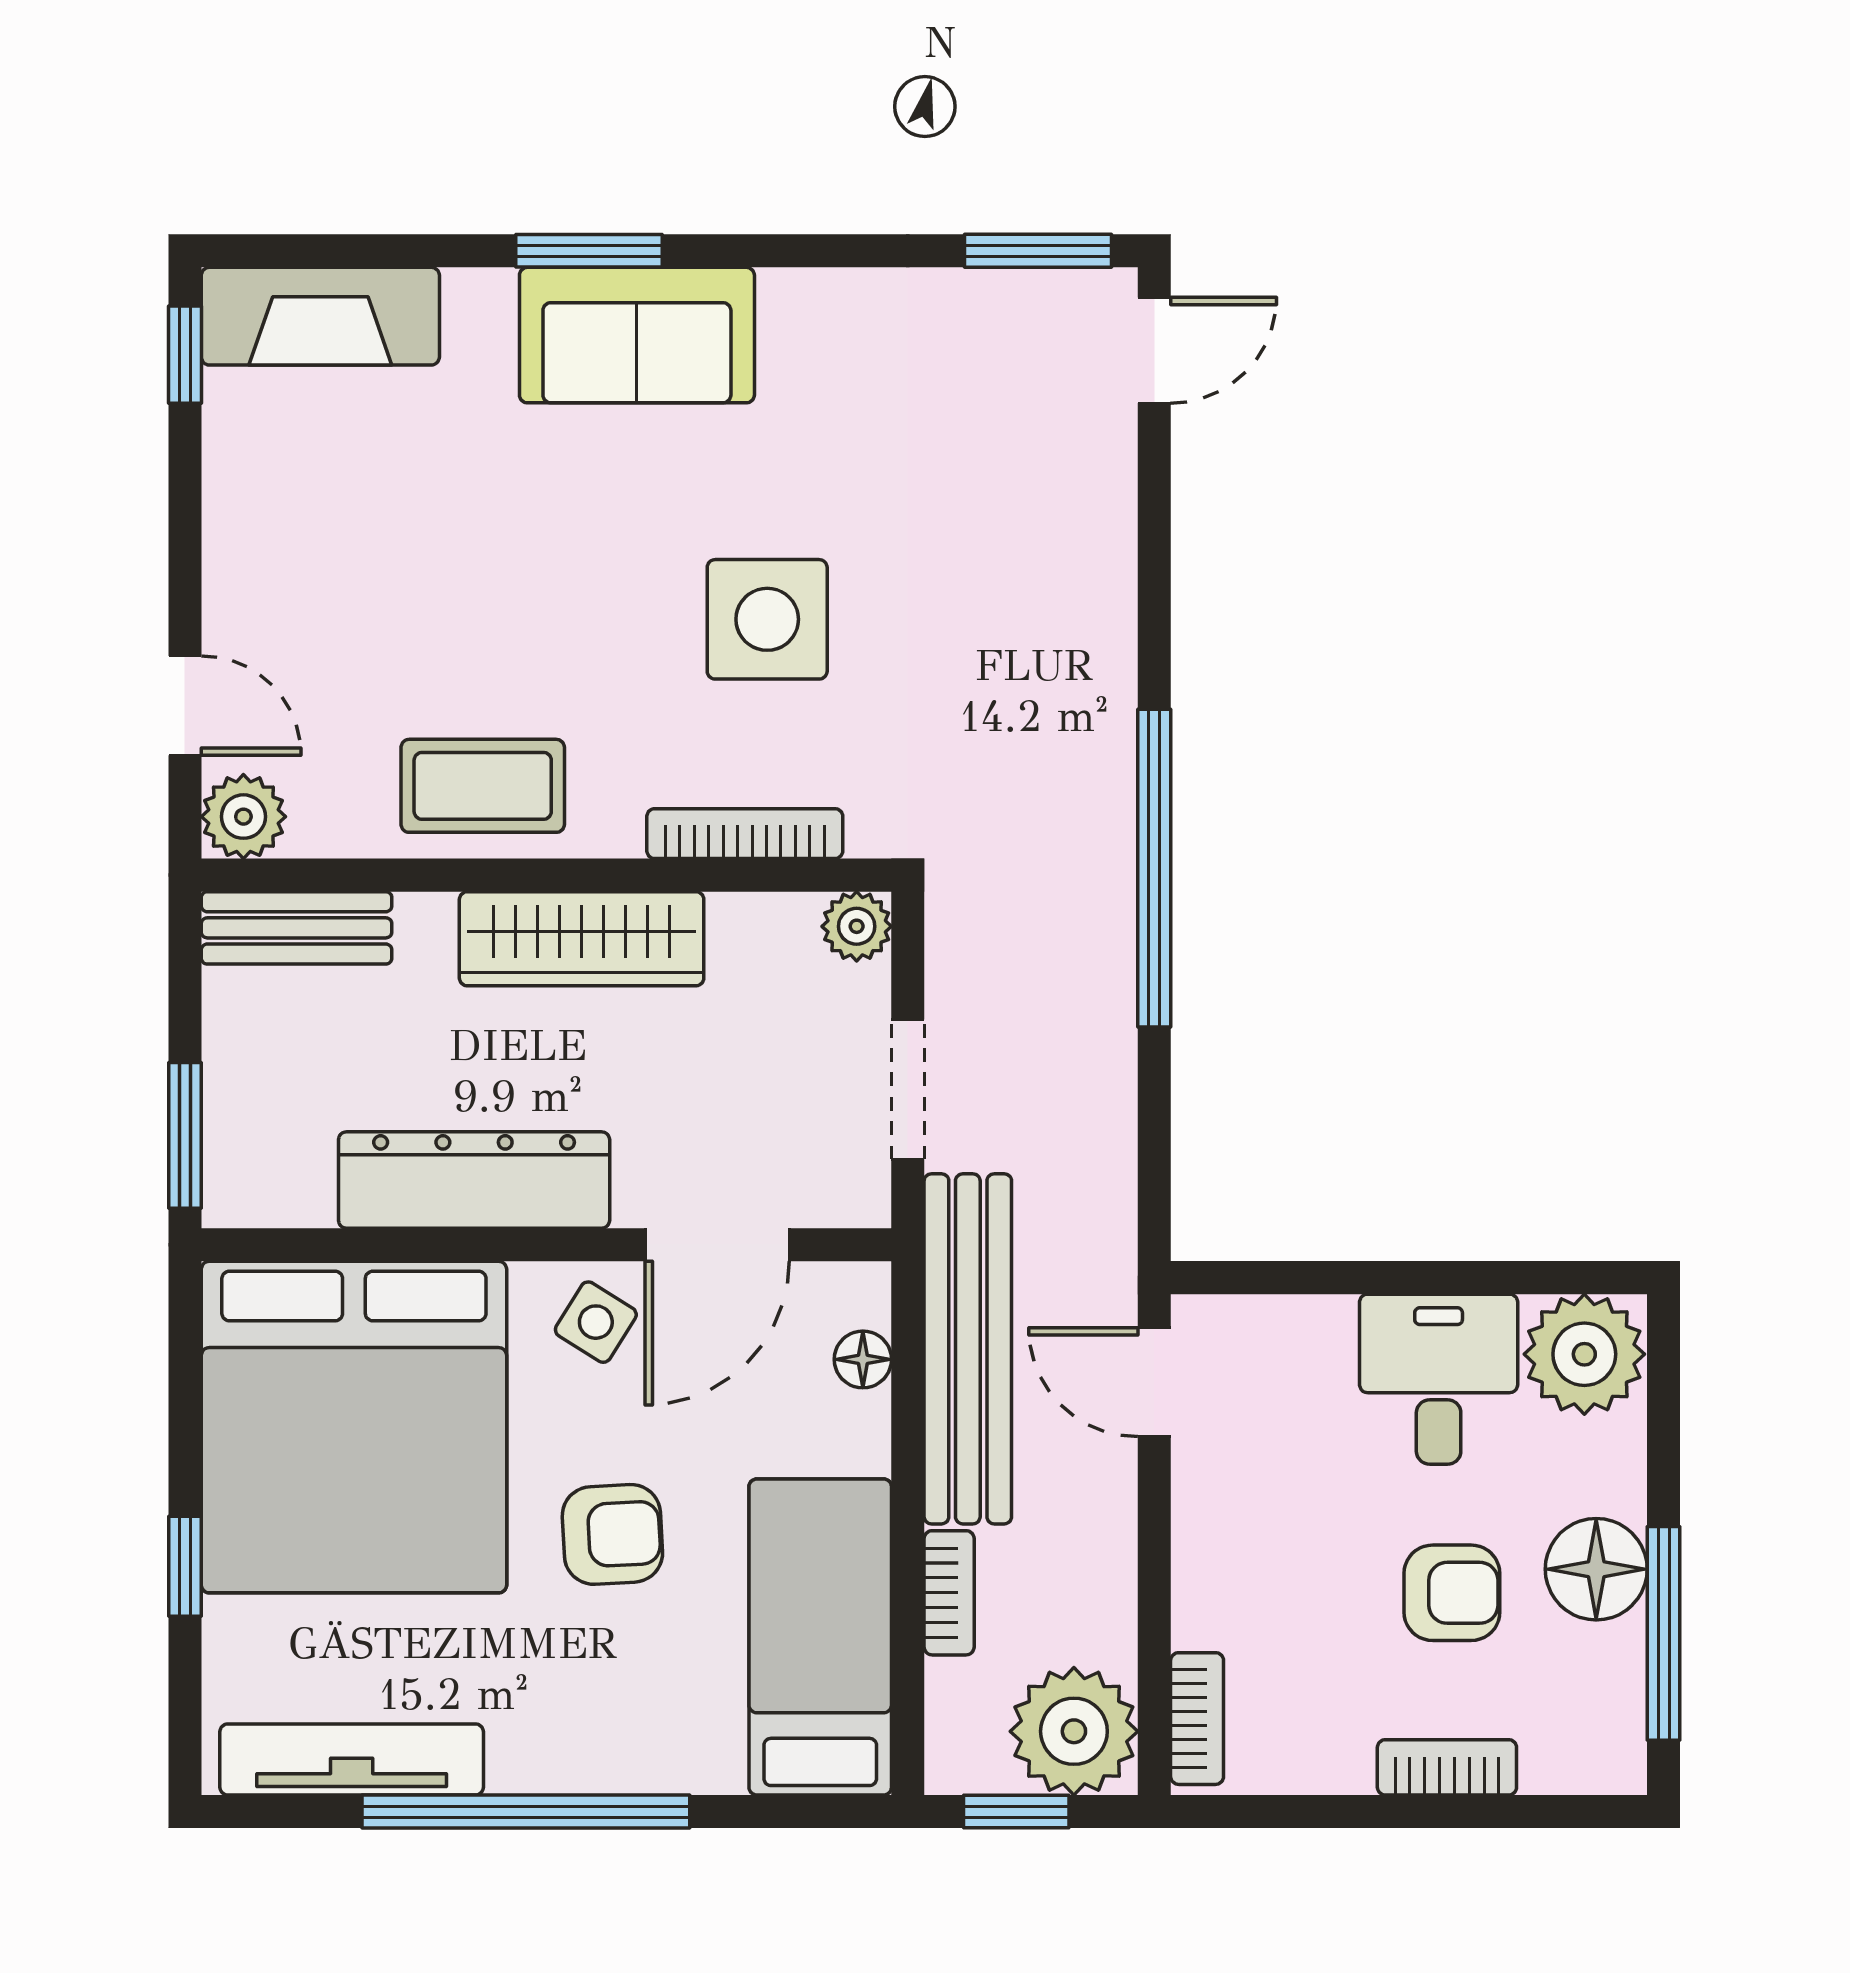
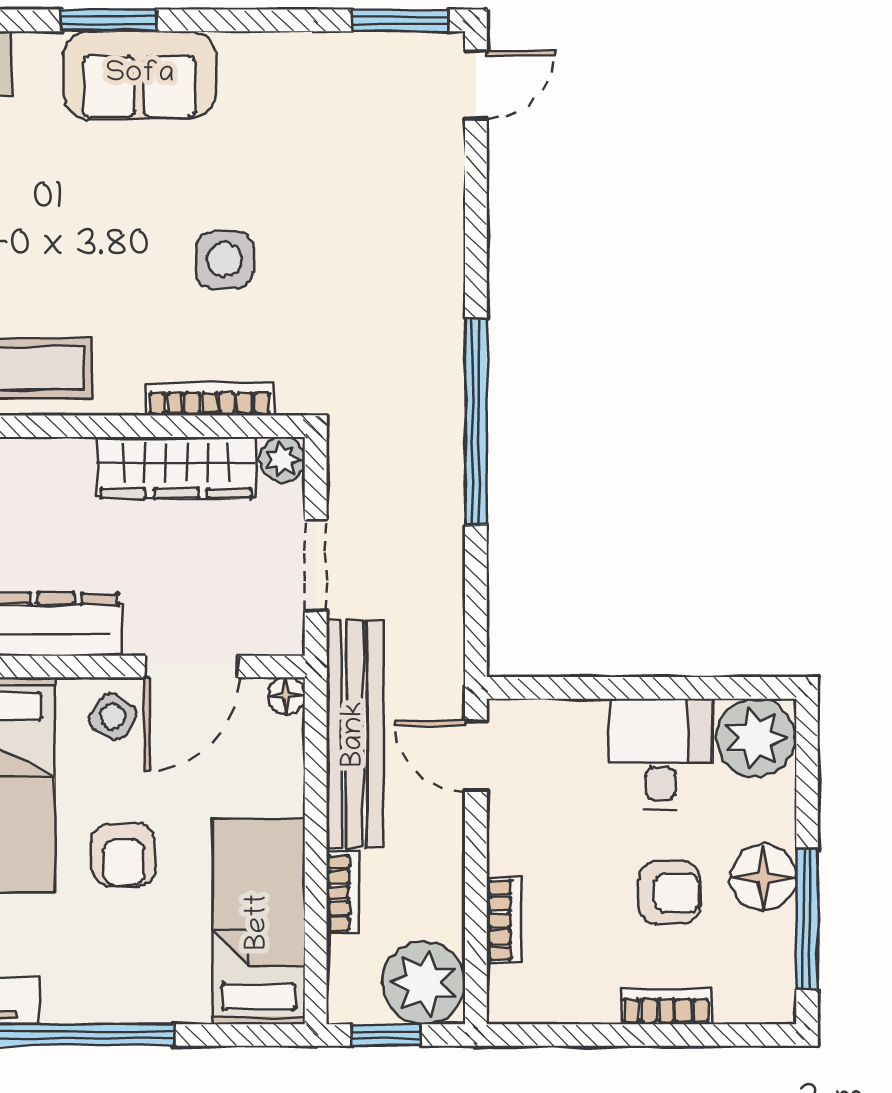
side table: (767, 619) -> (224, 260), width x0.73, depth x0.73
wardrobe: (582, 939) -> (176, 468), moved
floor lamp: (863, 1359) -> (286, 696), moved
armchair: (612, 1534) -> (124, 855), turned 91
bookcase: (1197, 1719) -> (504, 920), moved

